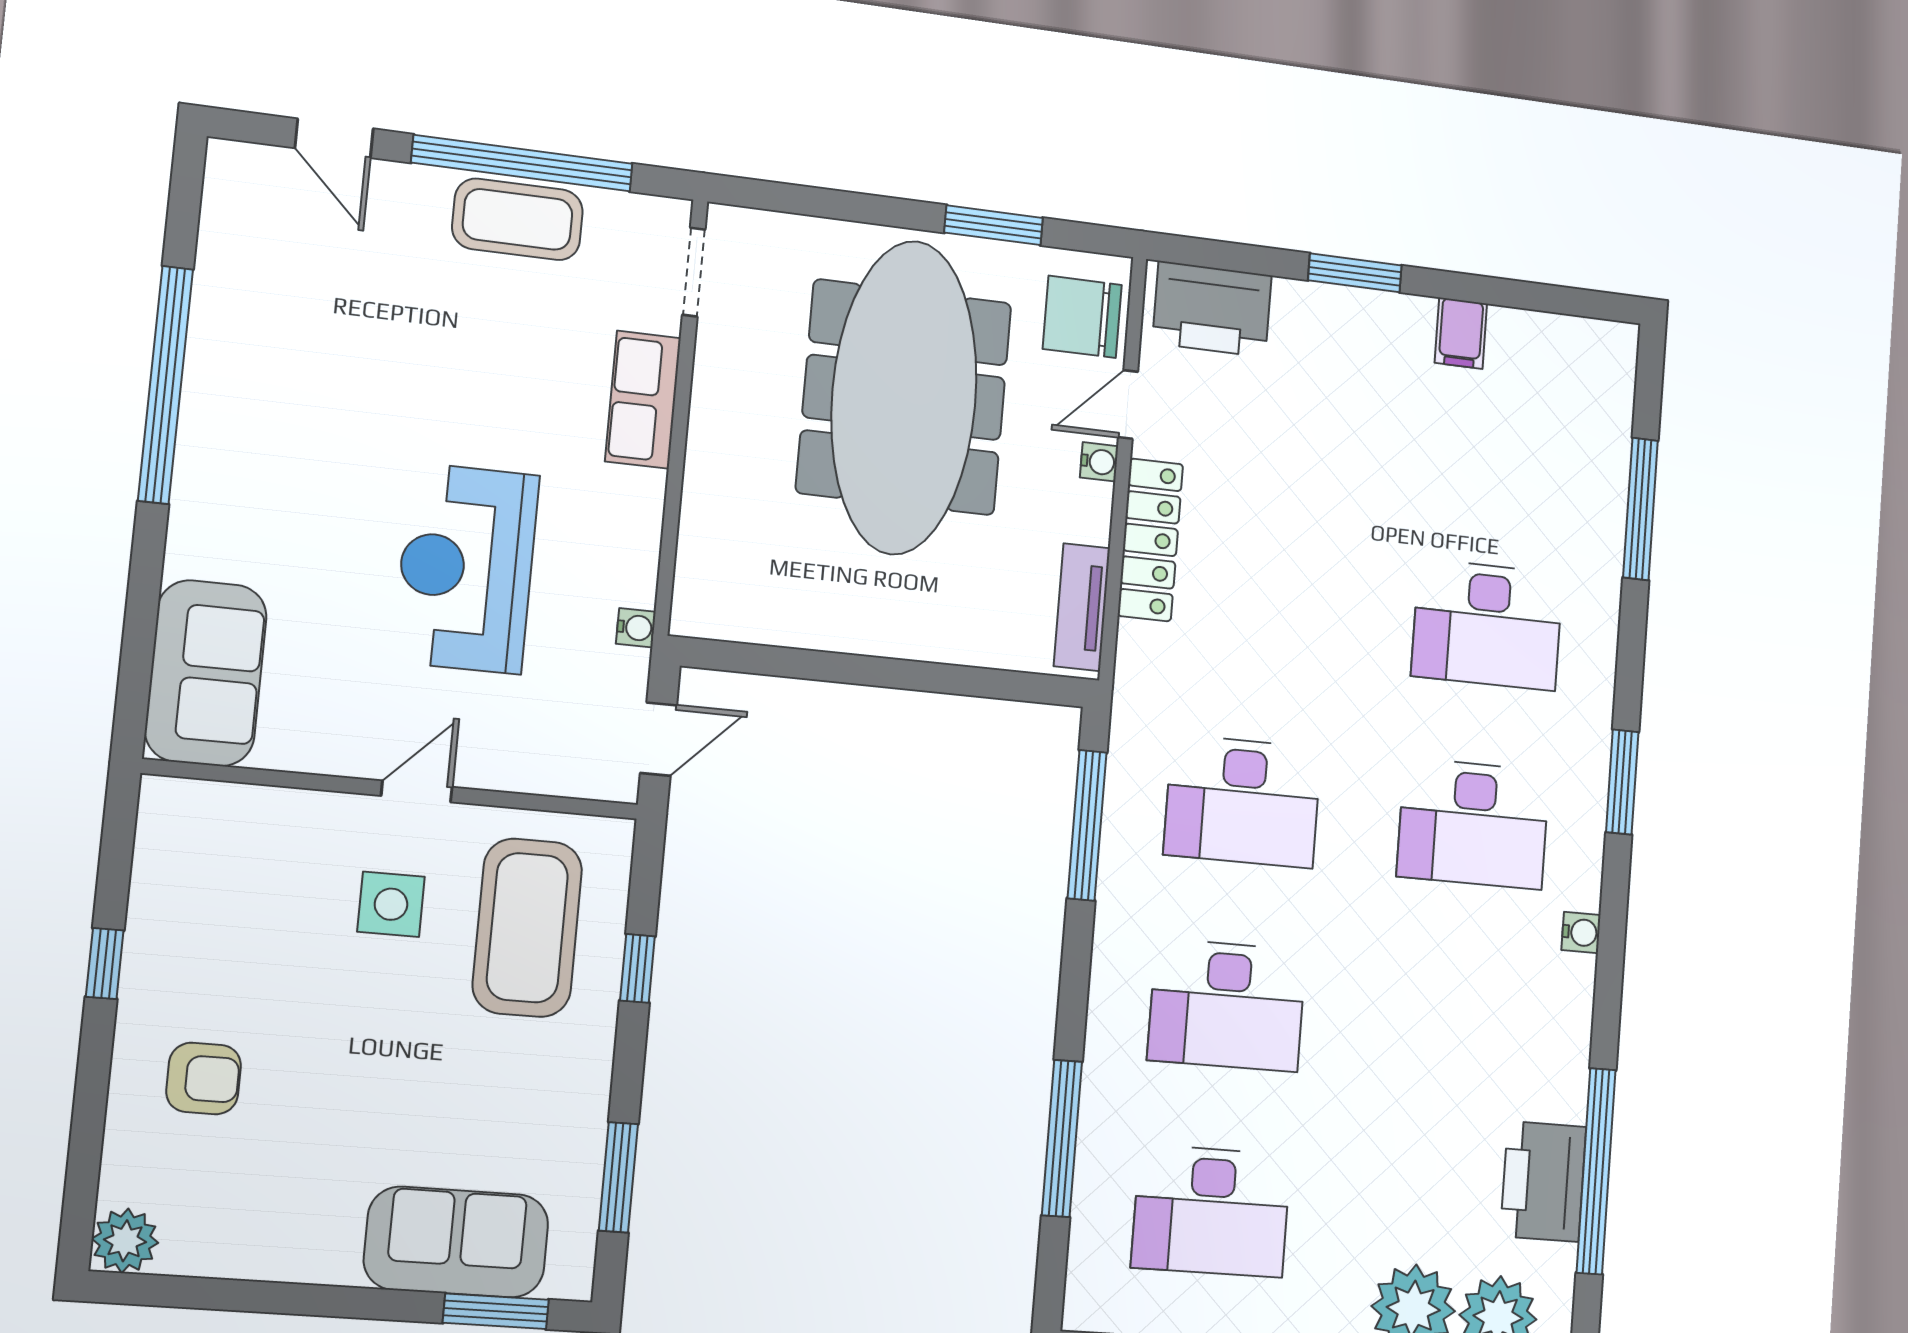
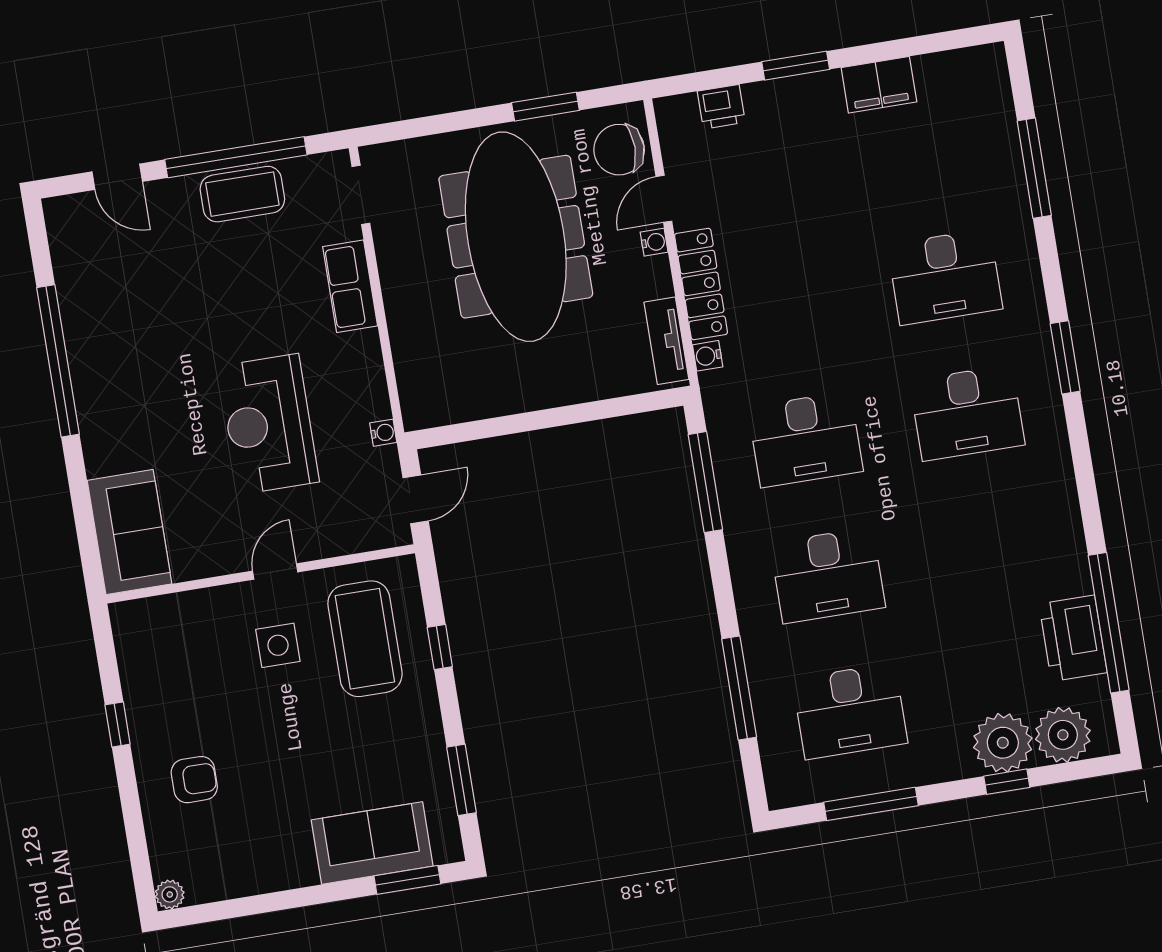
printer: (1212, 309) -> (721, 107), width x0.53, depth x0.68
filing cabinet: (1461, 333) -> (879, 85), width x2.00
water cooler: (1581, 932) -> (708, 356), moved, turned 180
plant: (125, 1241) -> (170, 894), width x0.73, depth x0.73

